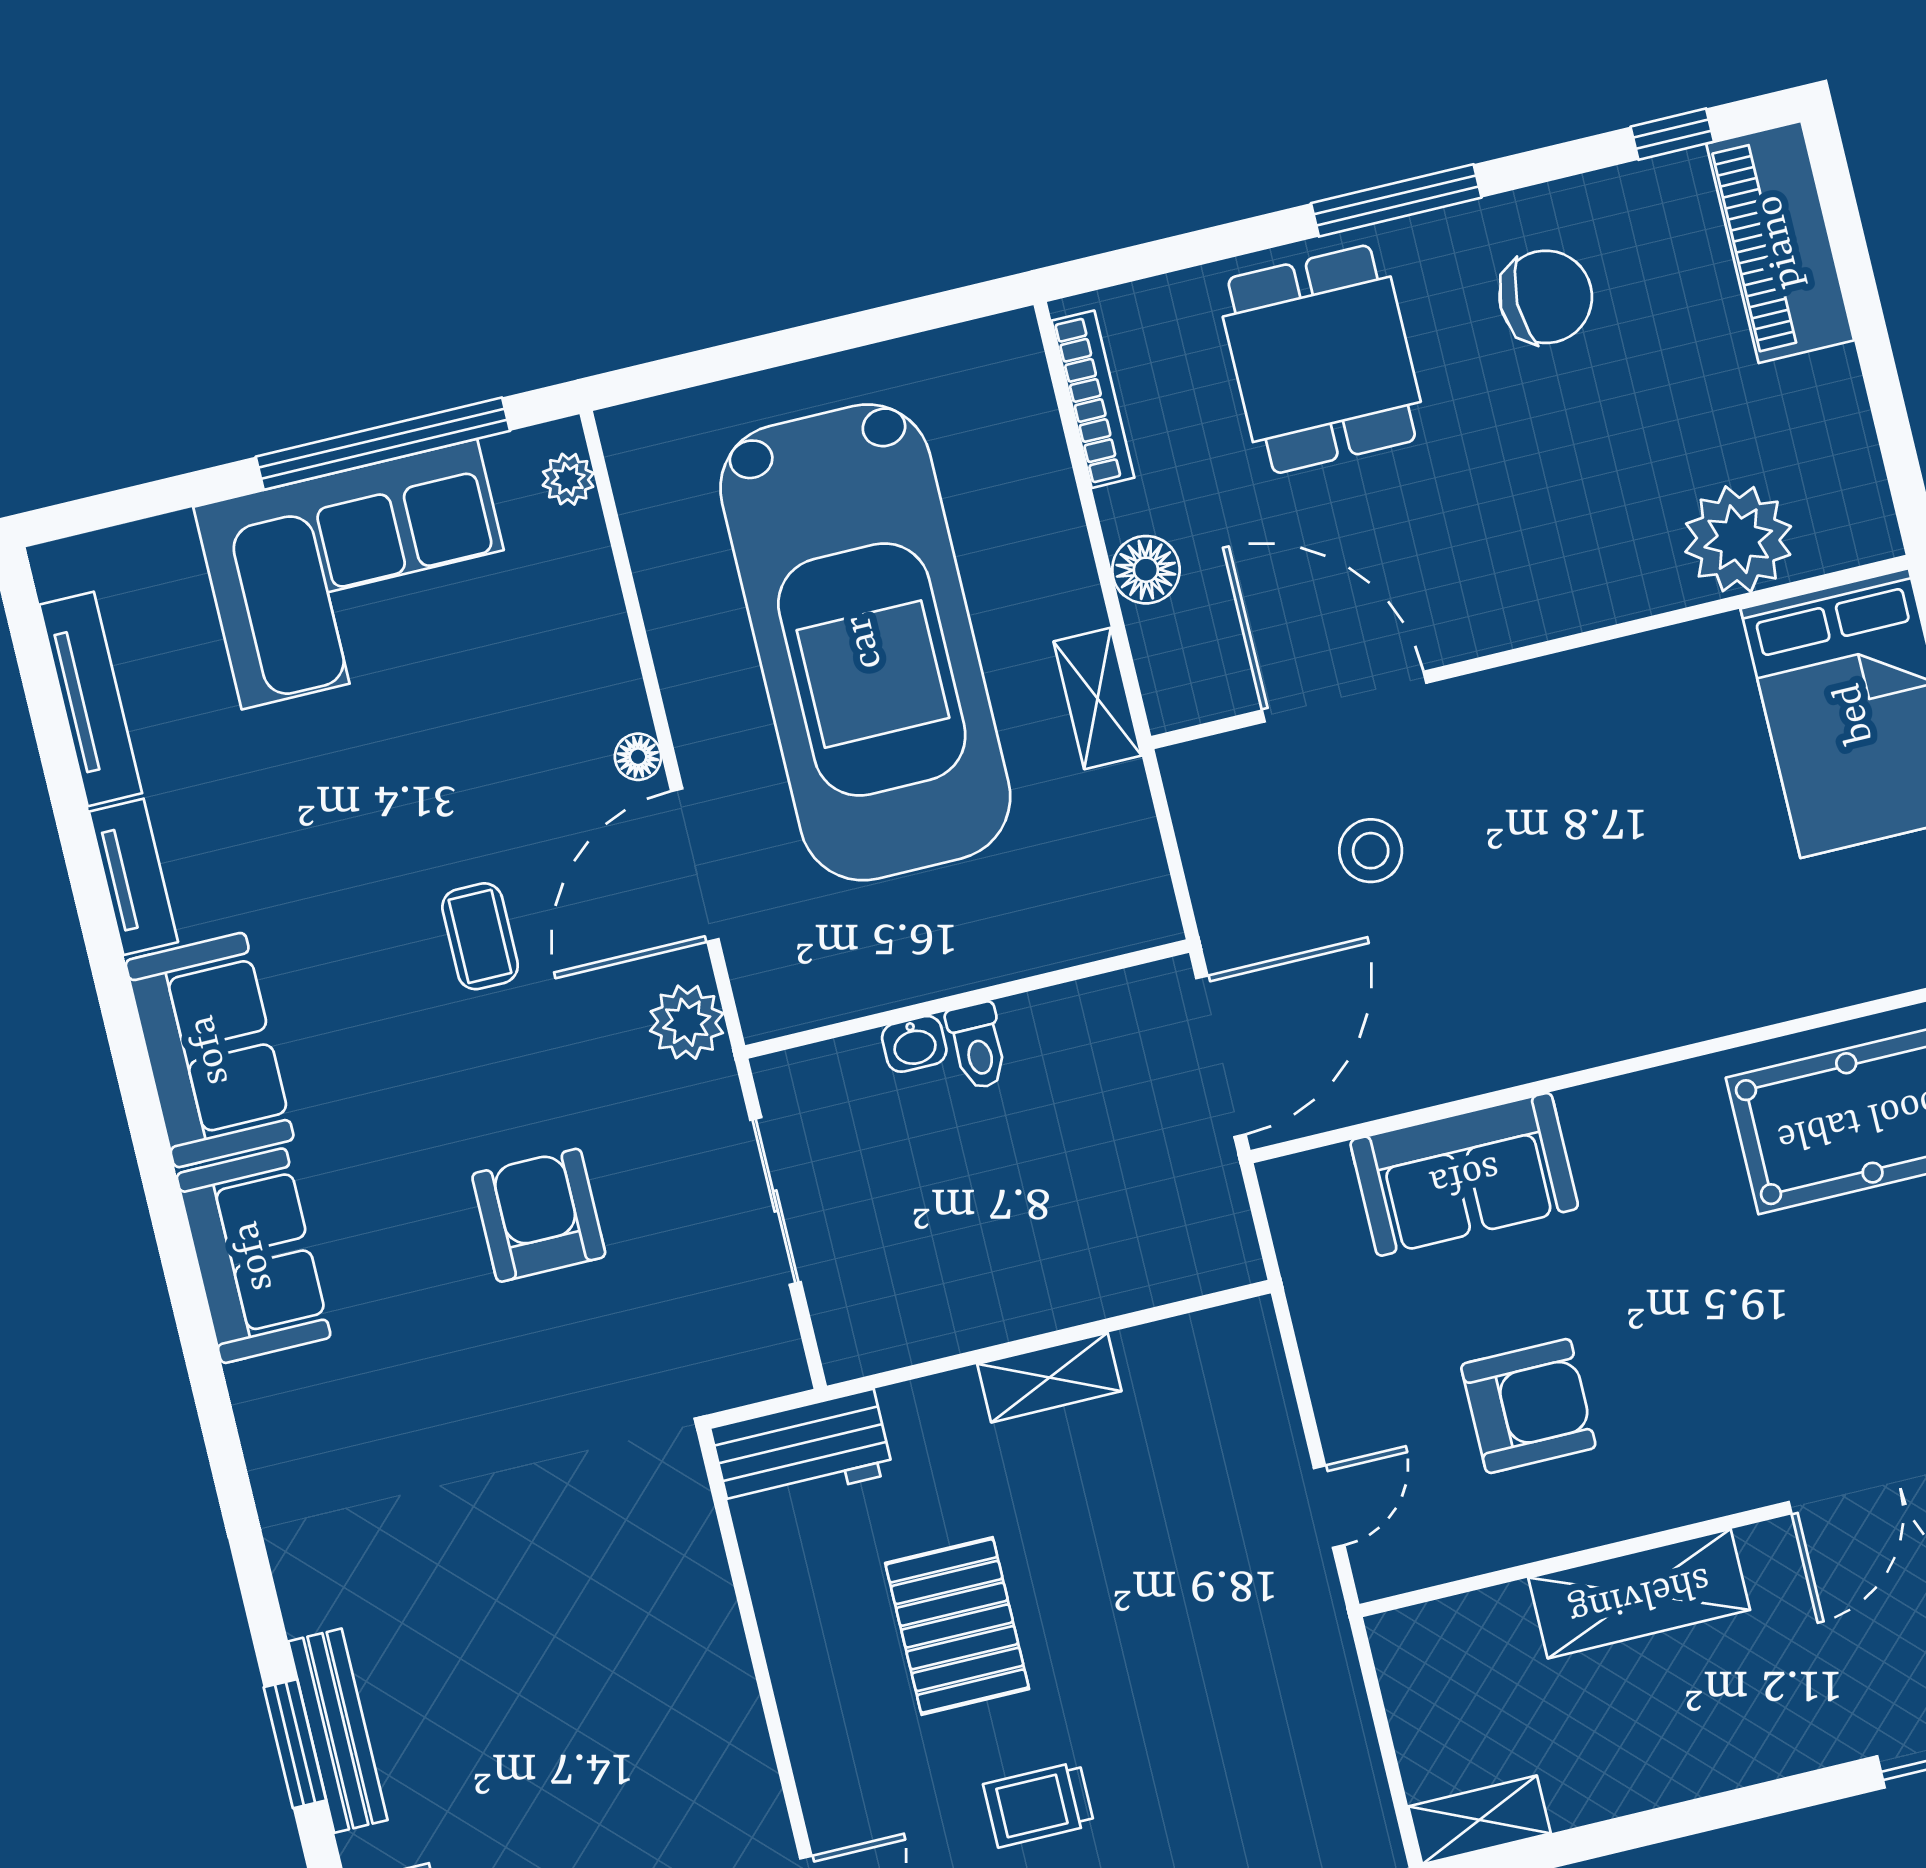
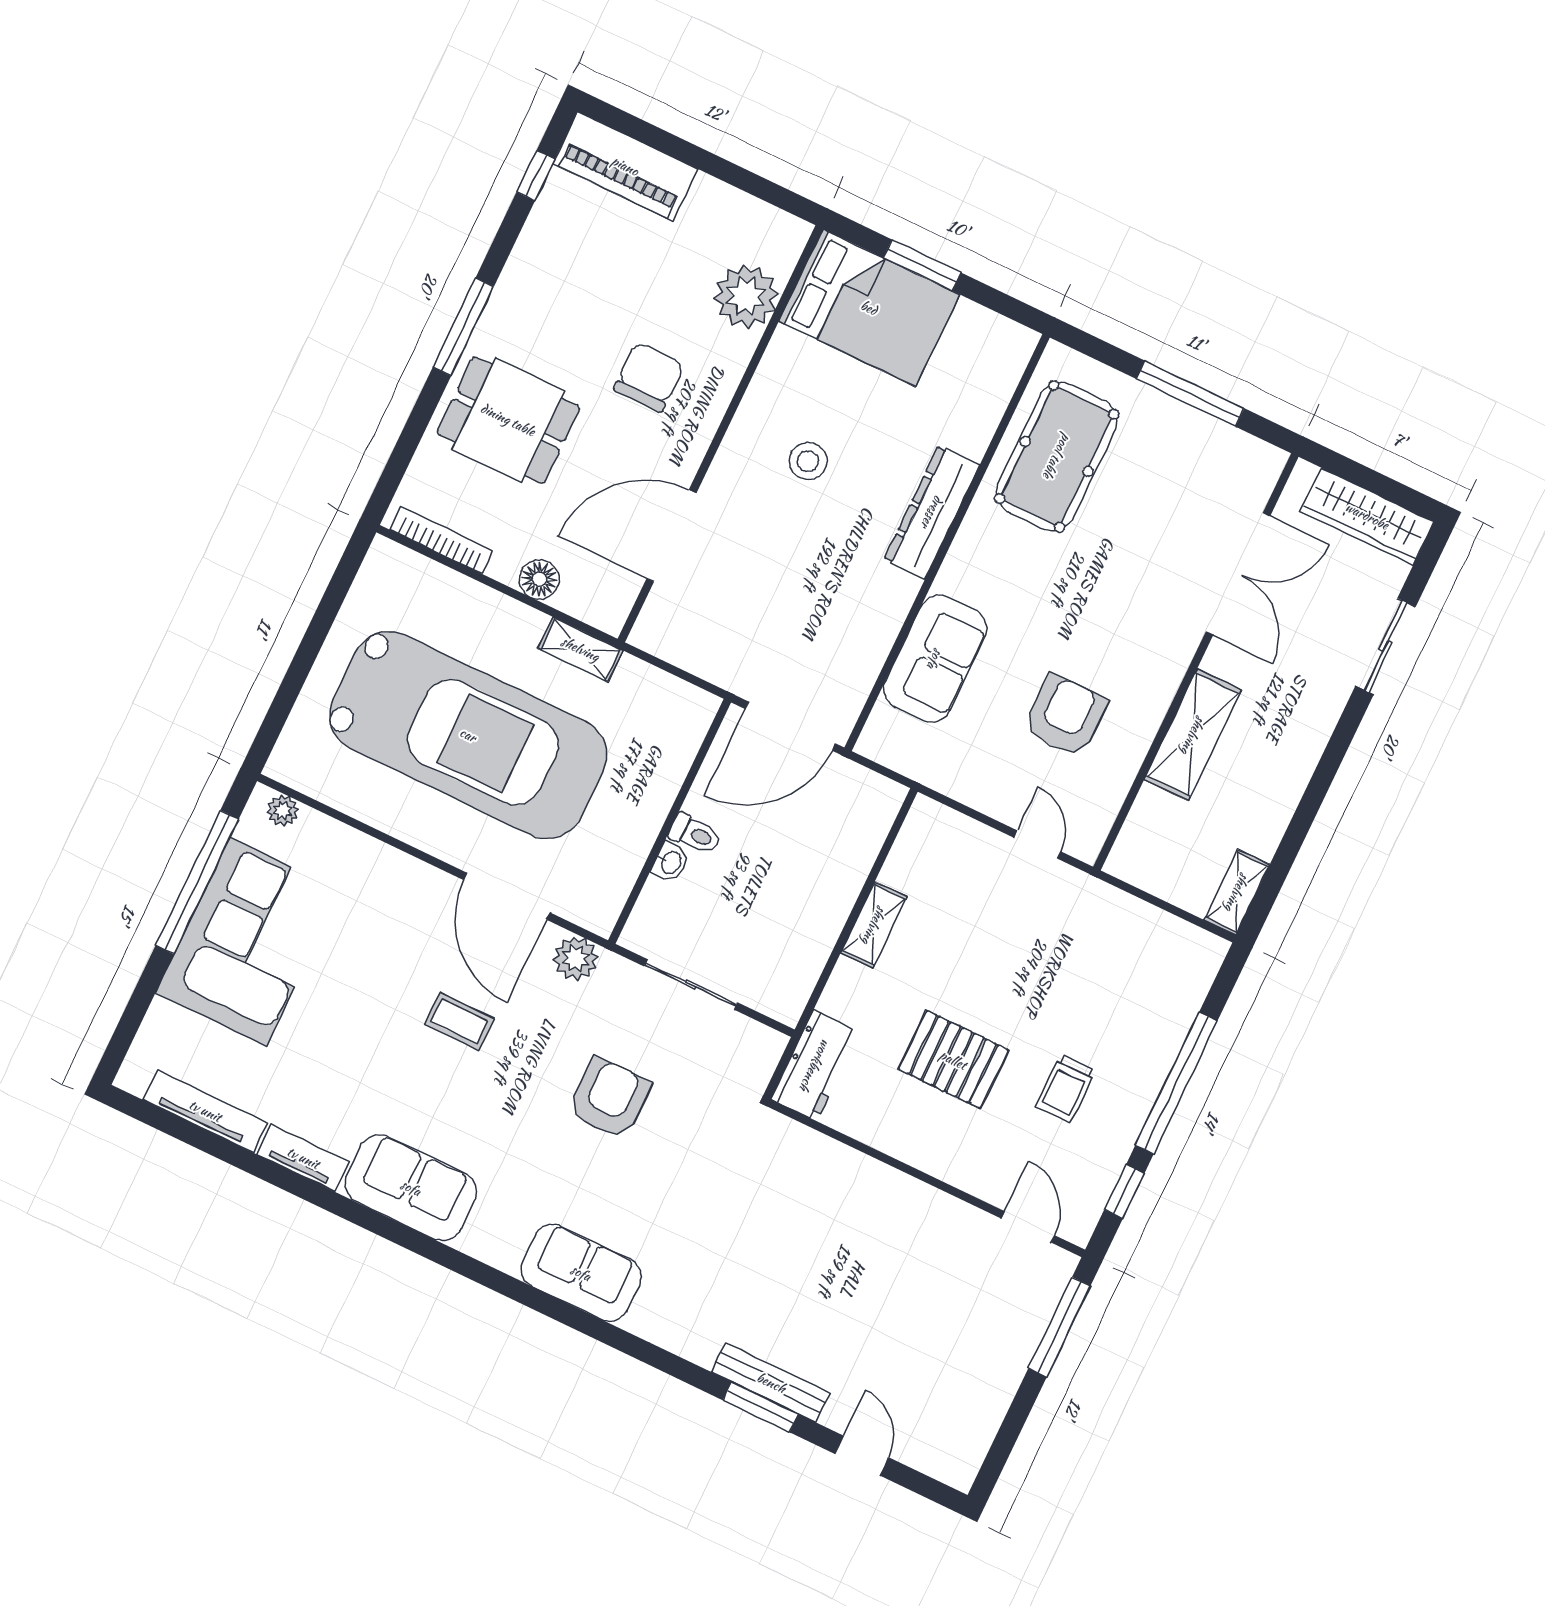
chair: (1546, 297) -> (649, 377), moved
floor lamp: (638, 757) -> (436, 882), removed
stool: (1371, 851) -> (808, 461), moved
dresser: (1653, 1014) -> (932, 512), added
door: (1221, 1056) -> (790, 726), swing flipped
armchair: (539, 1215) -> (609, 1098), turned 90
sofa: (254, 1256) -> (581, 1273), moved

